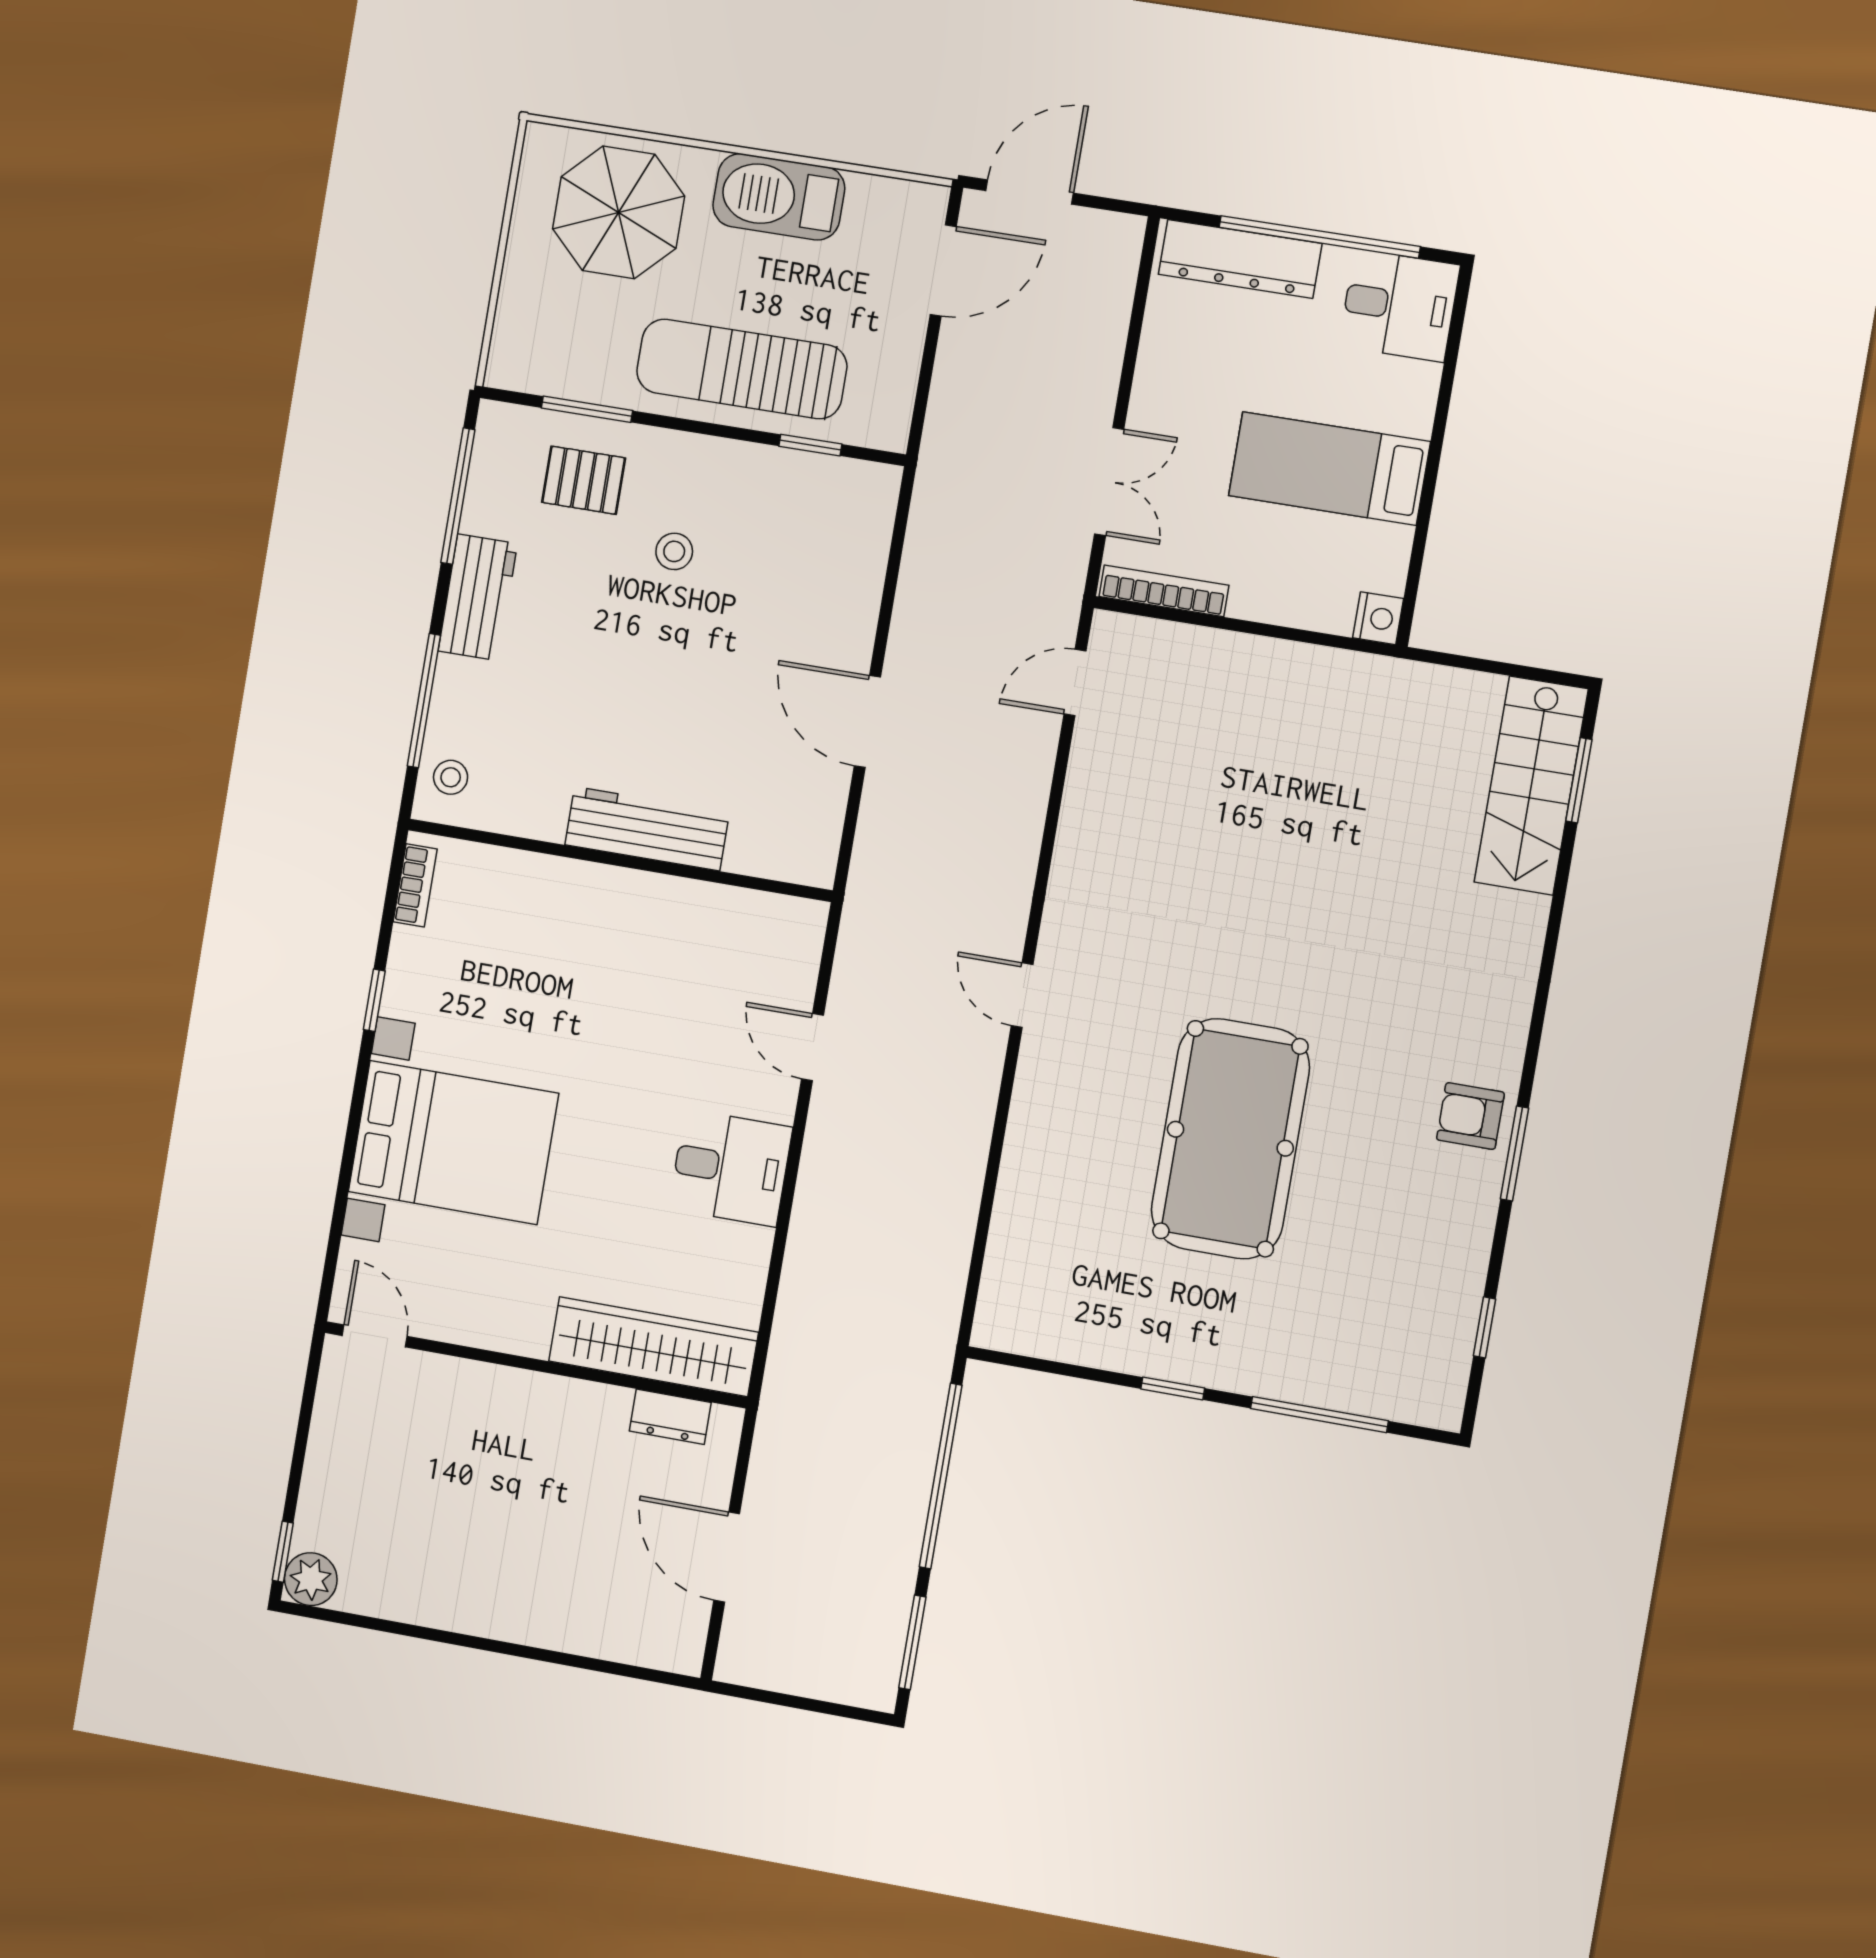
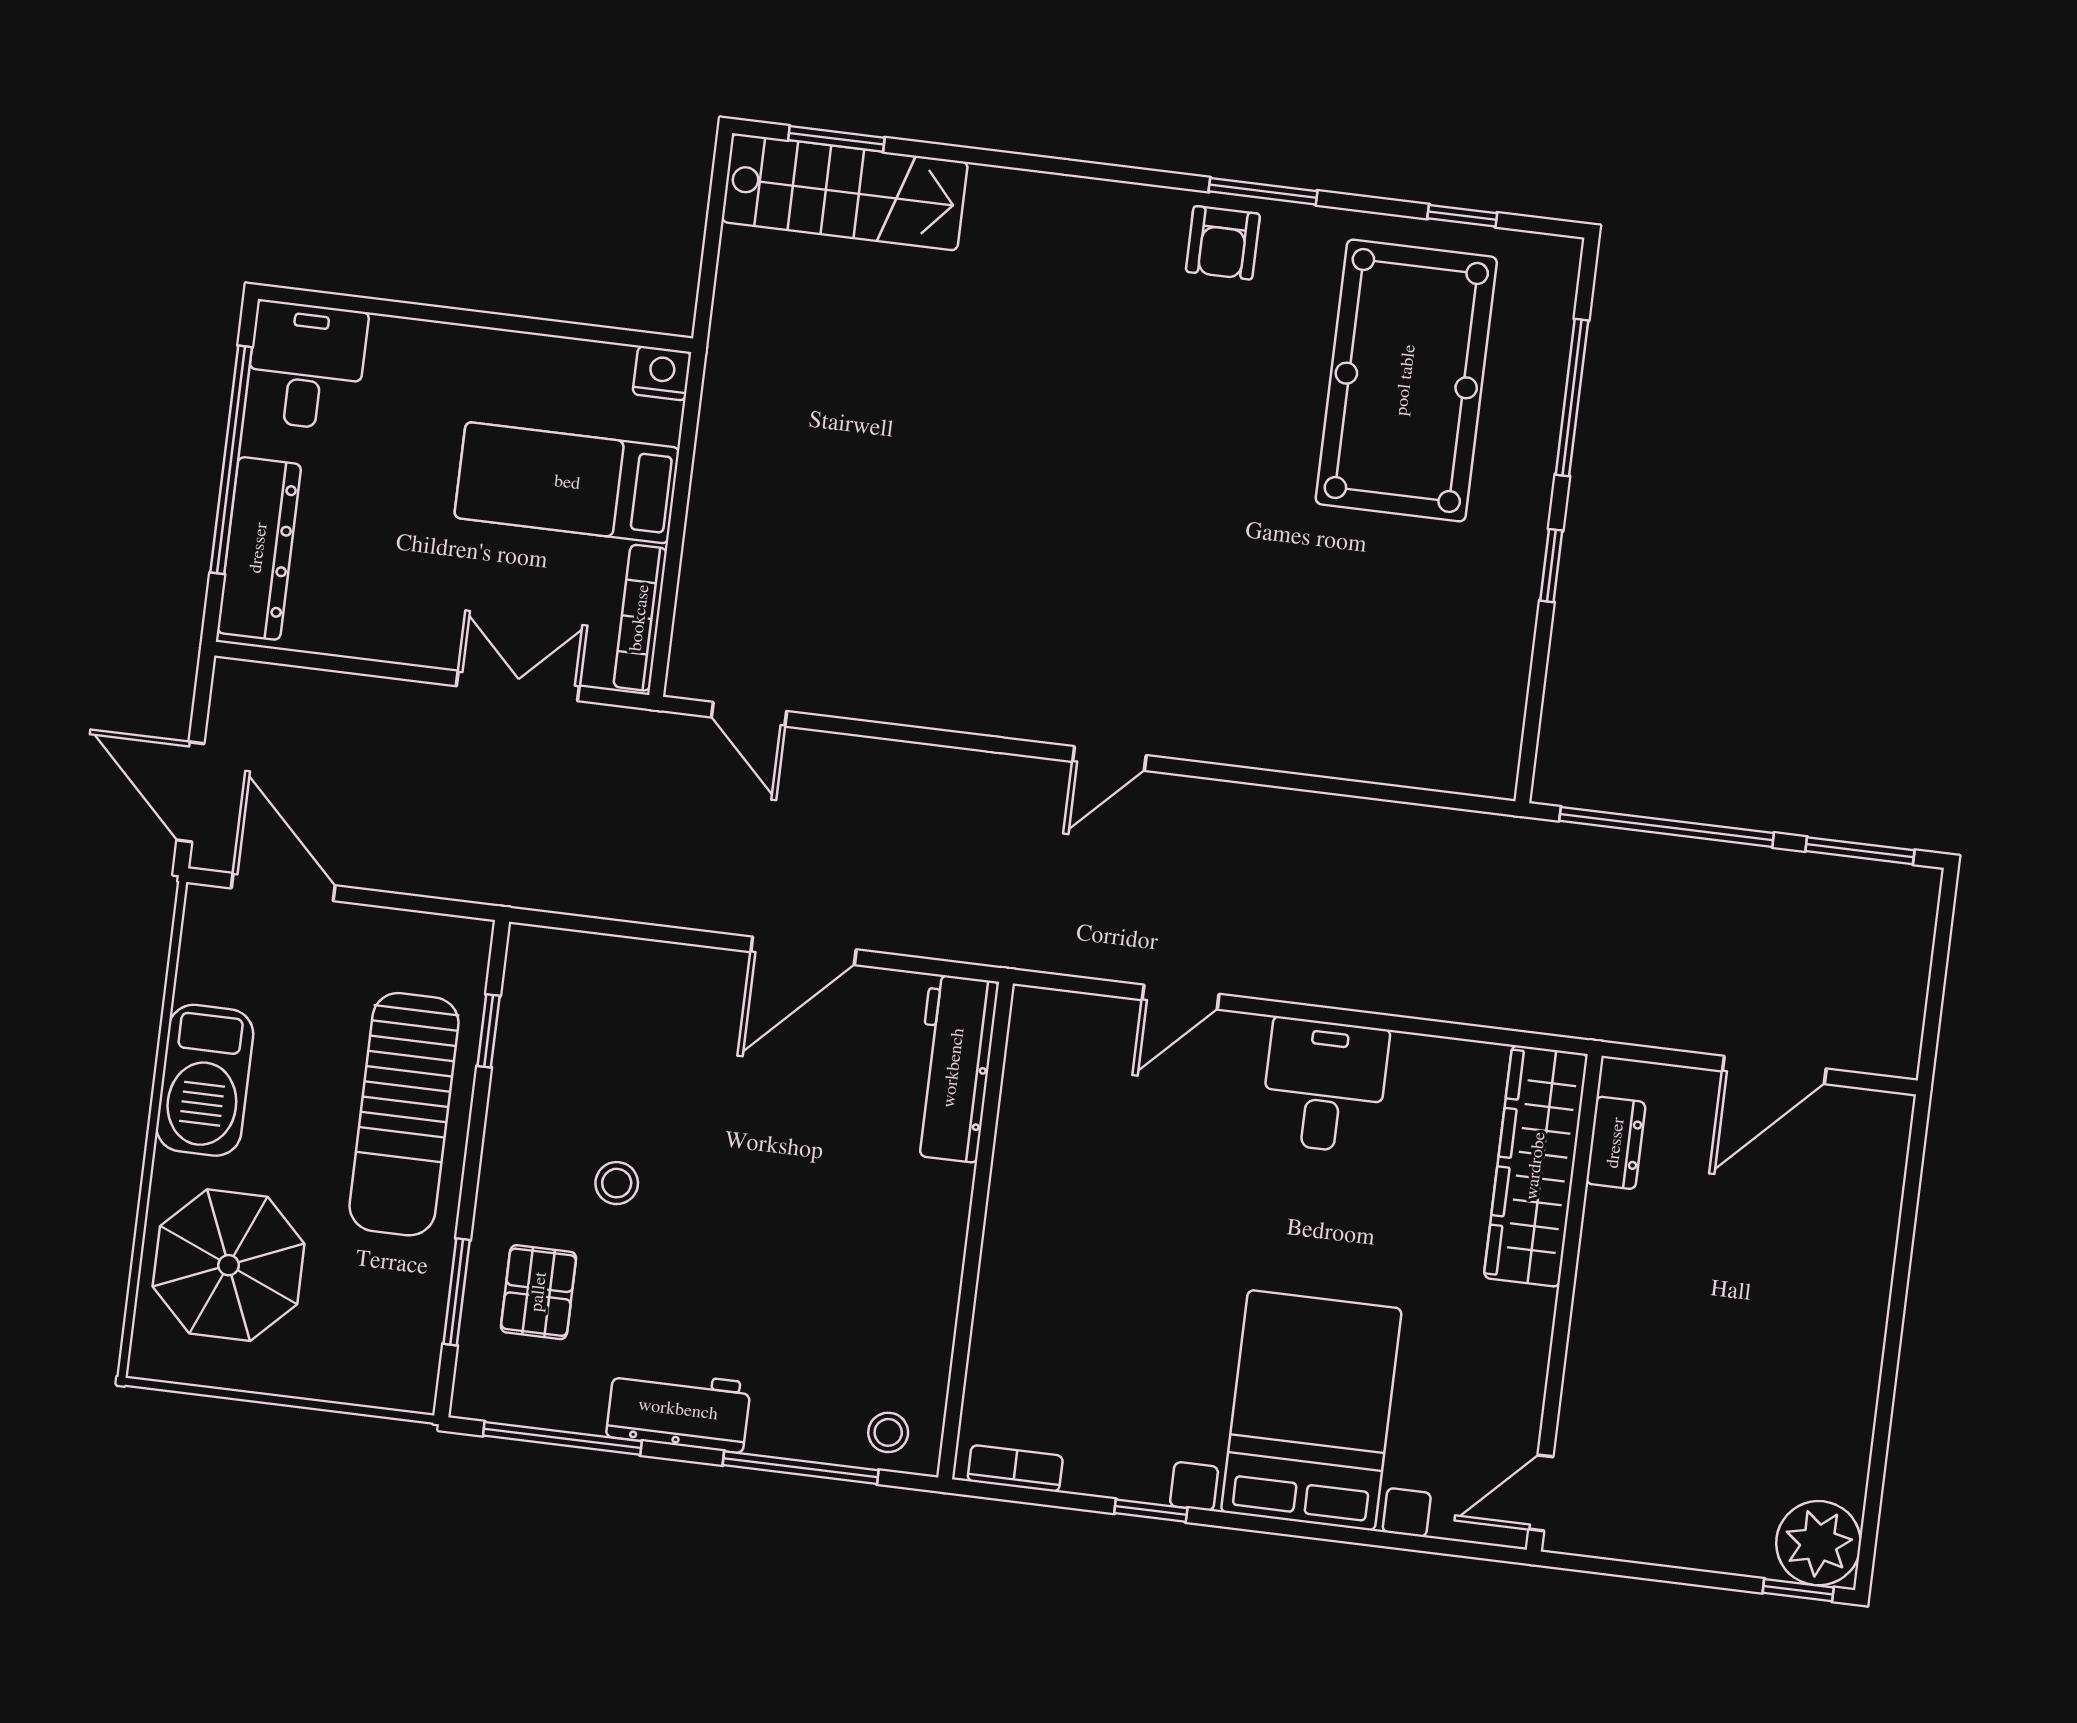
bed: (1329, 469) -> (567, 483), moved, turned 90
workbench: (647, 829) -> (954, 1068), moved
pool table: (1230, 1139) -> (1406, 380), moved, turned 90
plant: (311, 1579) -> (1819, 1543), width x1.36, depth x1.36

